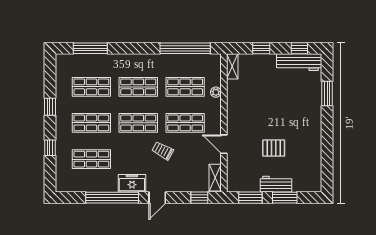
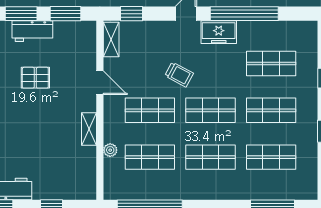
shelving: (232, 66) -> (89, 129), moved

